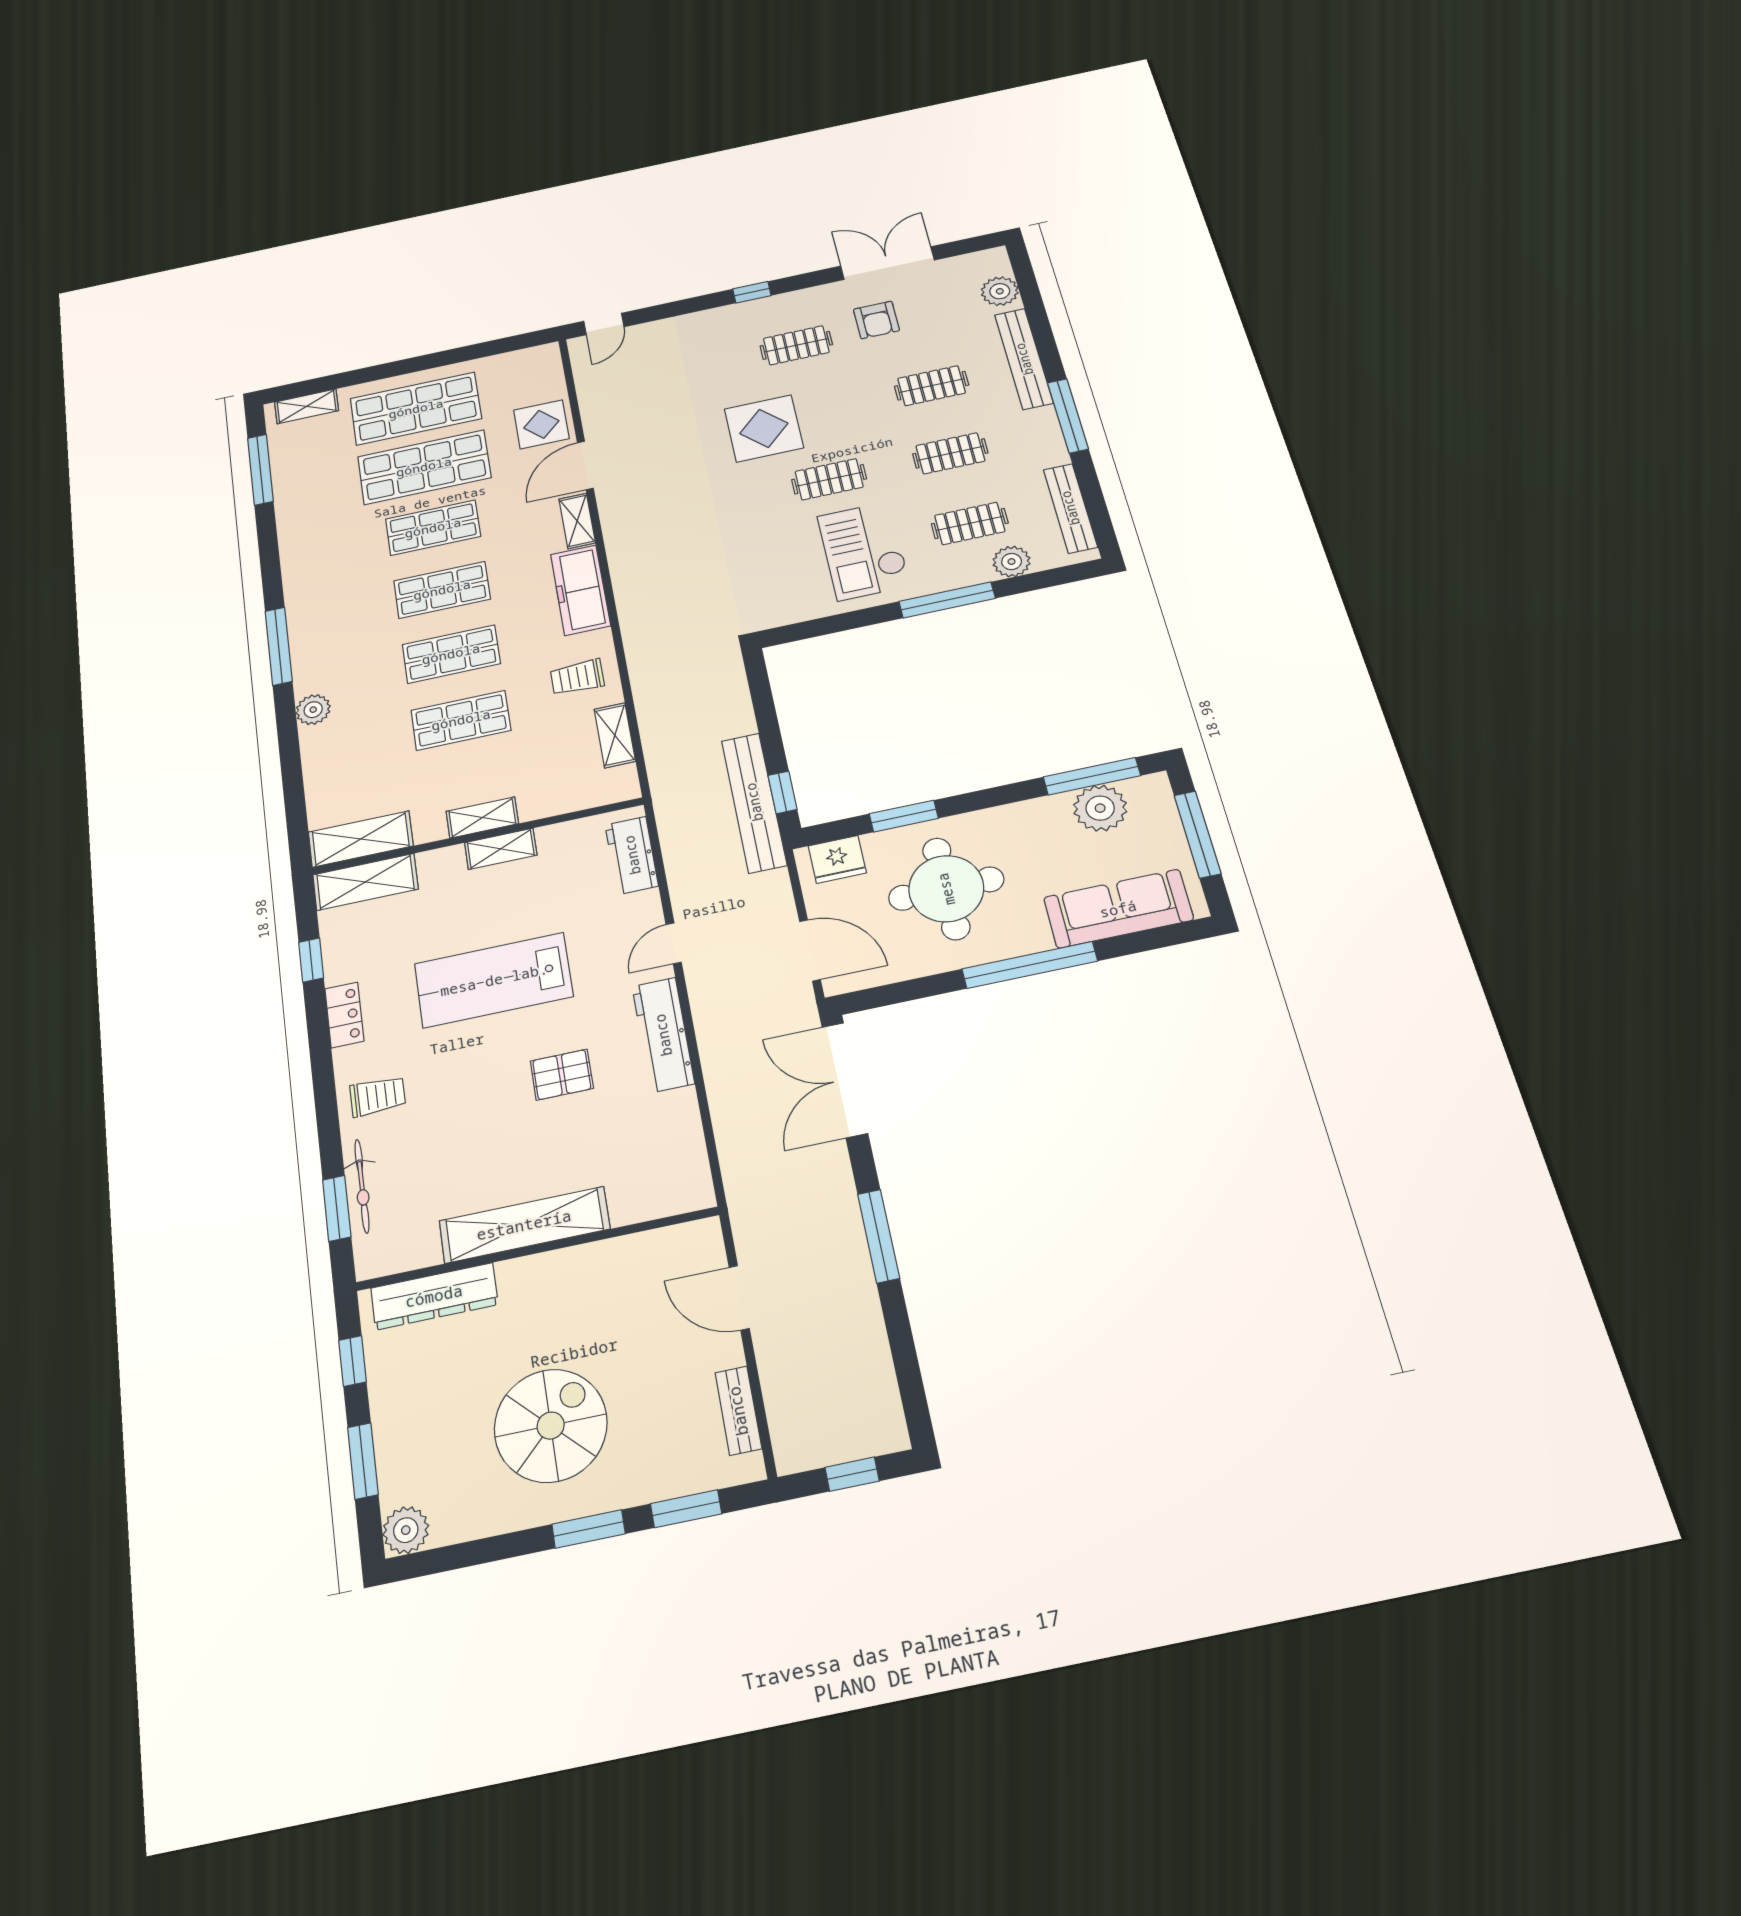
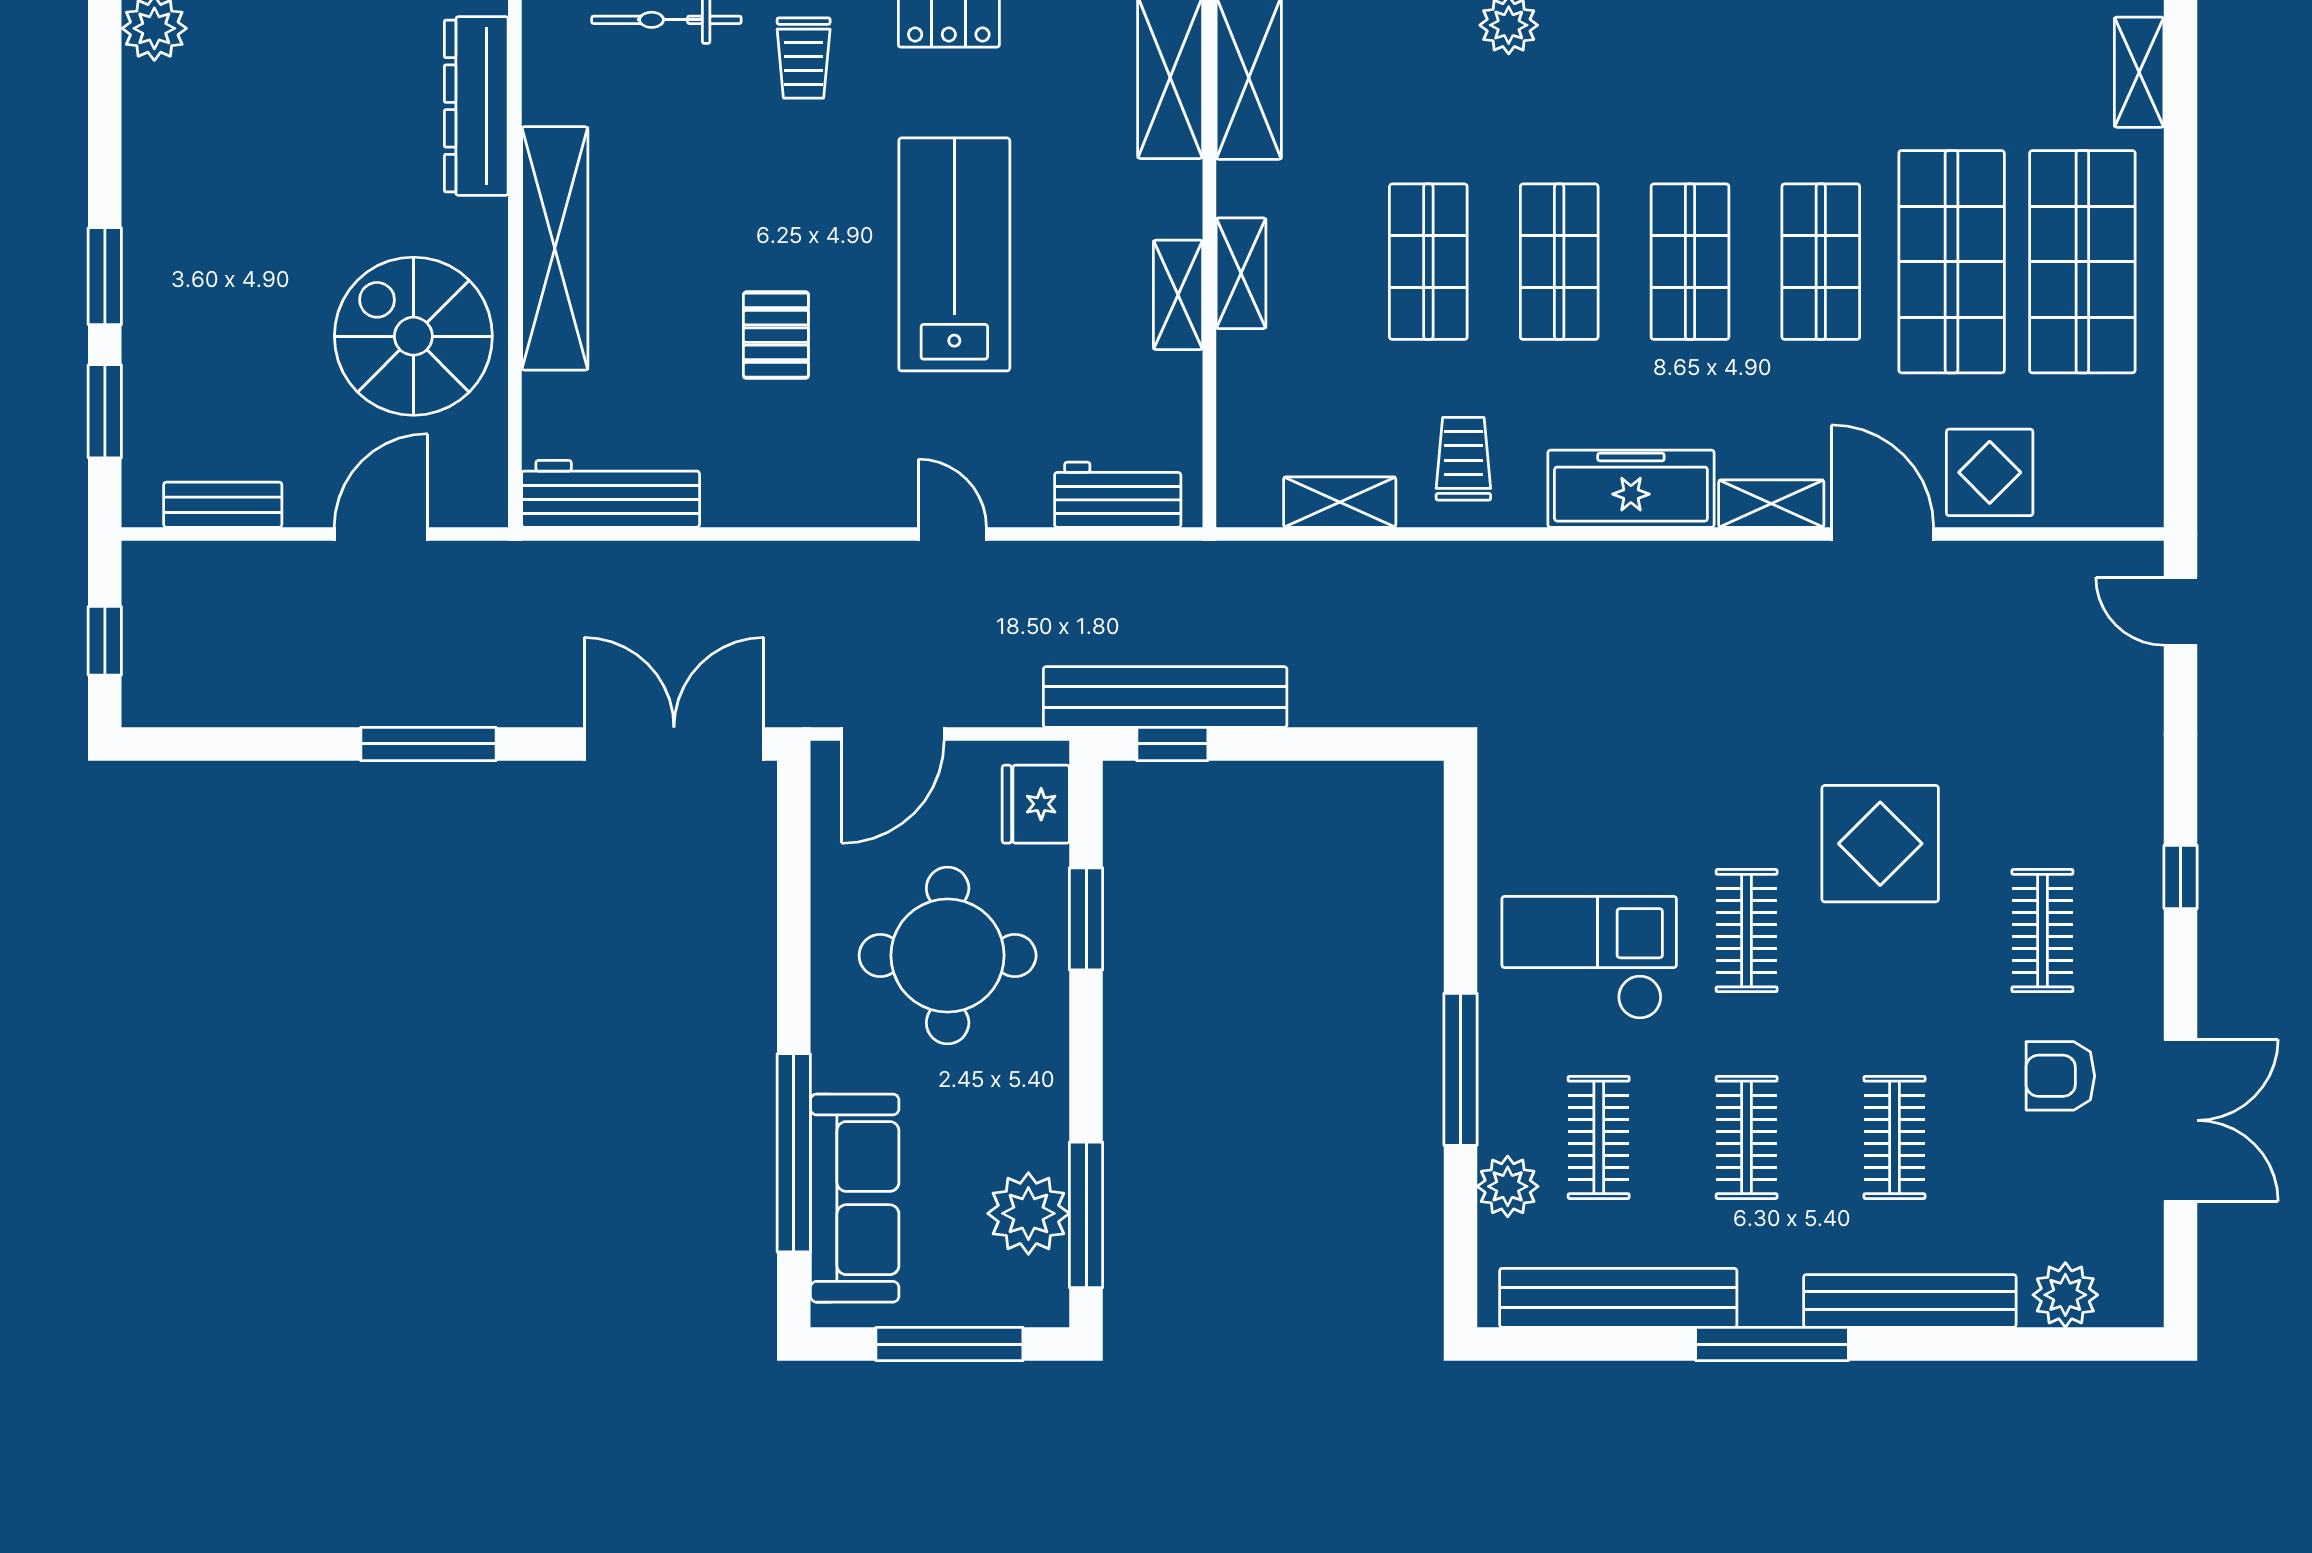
bench: (1070, 508) -> (1618, 1298), width x1.37, depth x1.21
window: (1030, 965) -> (794, 1153), moved
workbench: (663, 1035) -> (611, 494), moved
spiral stairs: (551, 1426) -> (413, 336), moved, turned 180

